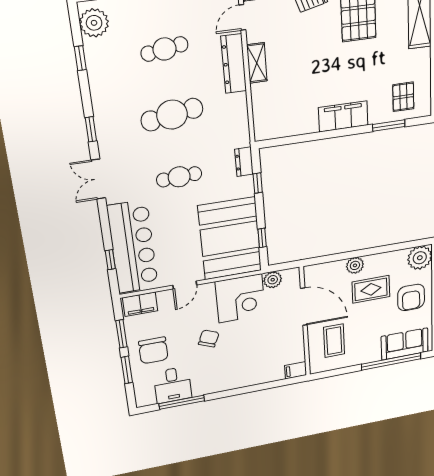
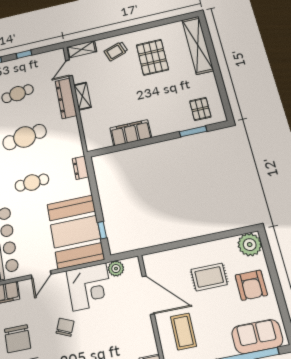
filing cabinet: (343, 116) -> (131, 133), moved
window: (258, 183) -> (93, 184), removed
plant: (355, 265) -> (189, 253), removed

